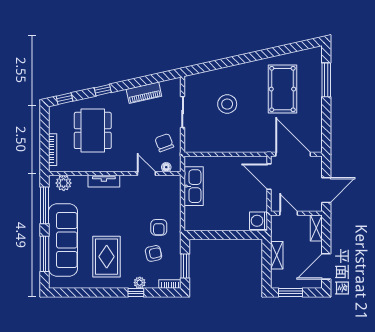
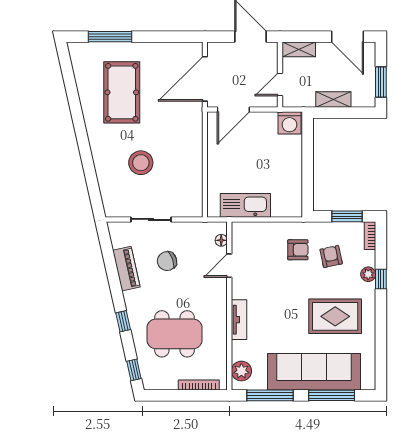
pool table: (282, 89) -> (122, 92), turned 90
chair: (164, 143) -> (167, 261), moved

